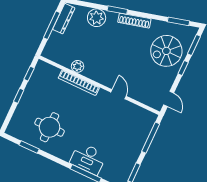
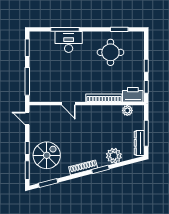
plant: (78, 66) -> (127, 110), moved
printer: (47, 72) -> (133, 95), added

